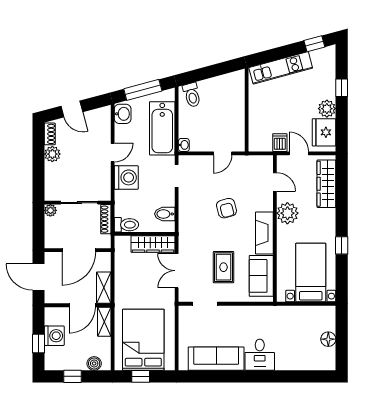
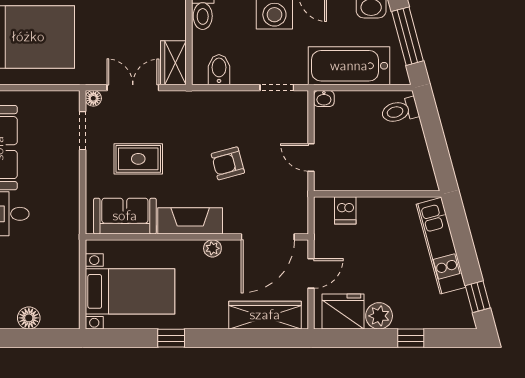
dishwasher: (280, 143) -> (345, 210), moved, turned 90
door: (275, 182) -> (268, 237), width x1.88
plant: (287, 213) -> (212, 248), width x0.53, depth x0.53
wardrobe: (153, 244) -> (173, 63), width x0.67
floor lamp: (184, 297) -> (93, 98), added

